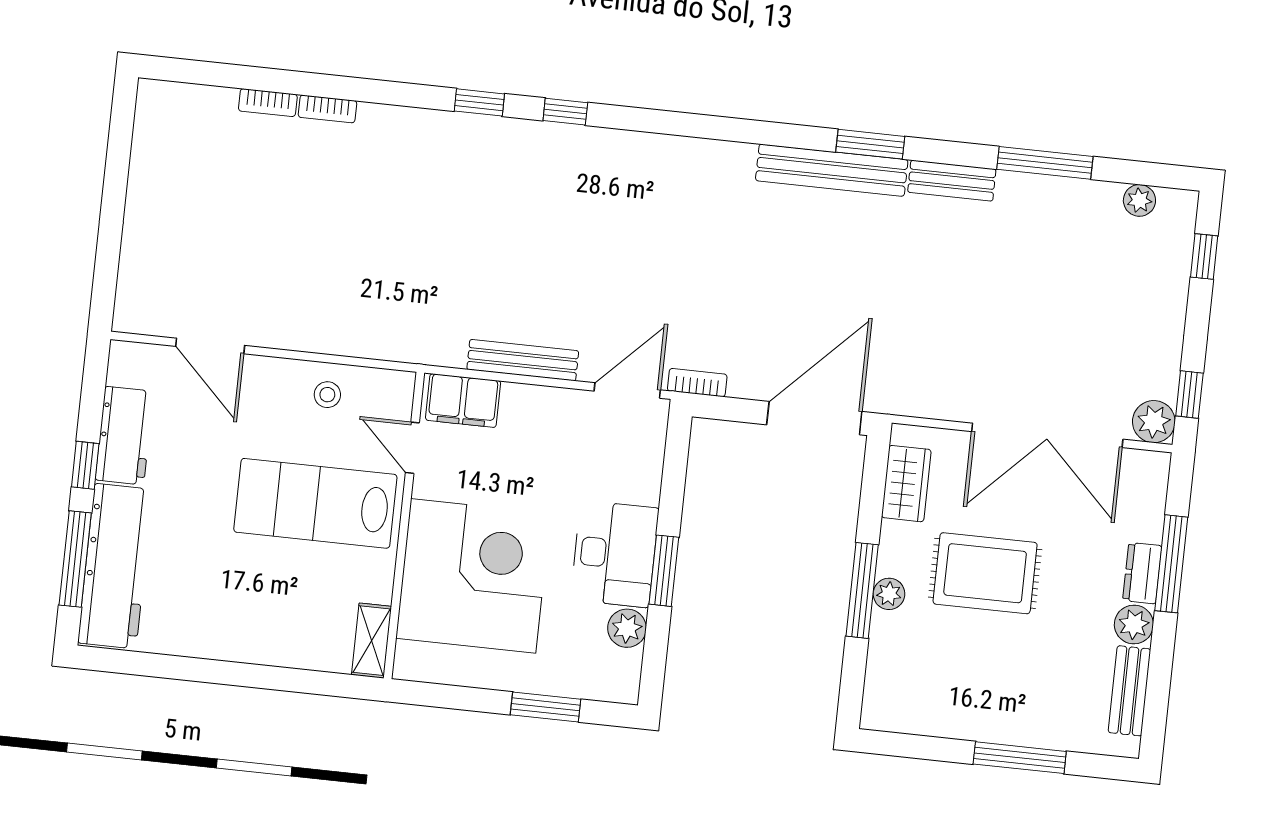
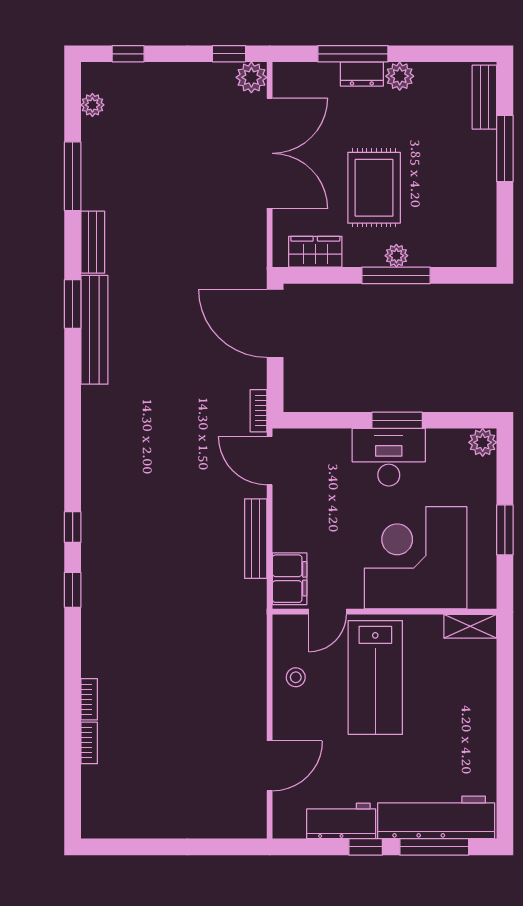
plant: (627, 628) -> (483, 442), moved
bench: (1130, 691) -> (484, 97), moved, turned 90
window: (546, 707) -> (505, 530), moved

